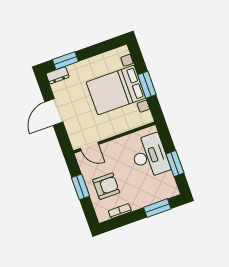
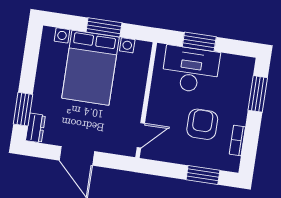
window: (175, 164) -> (199, 42), moved
armchair: (106, 186) -> (202, 124), moved
window: (81, 187) -> (203, 175), moved

